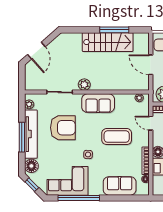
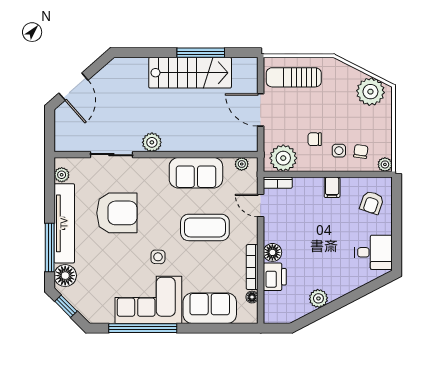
sofa: (98, 103) -> (196, 173), moved
window: (22, 137) -> (50, 247), moved
corner sofa: (67, 181) -> (148, 300), moved

